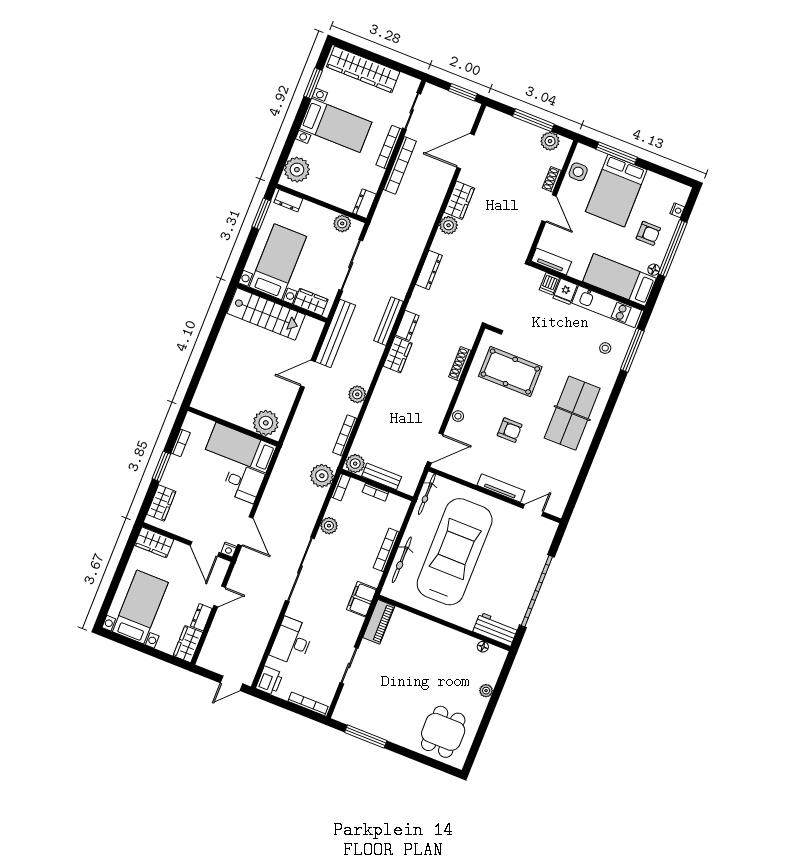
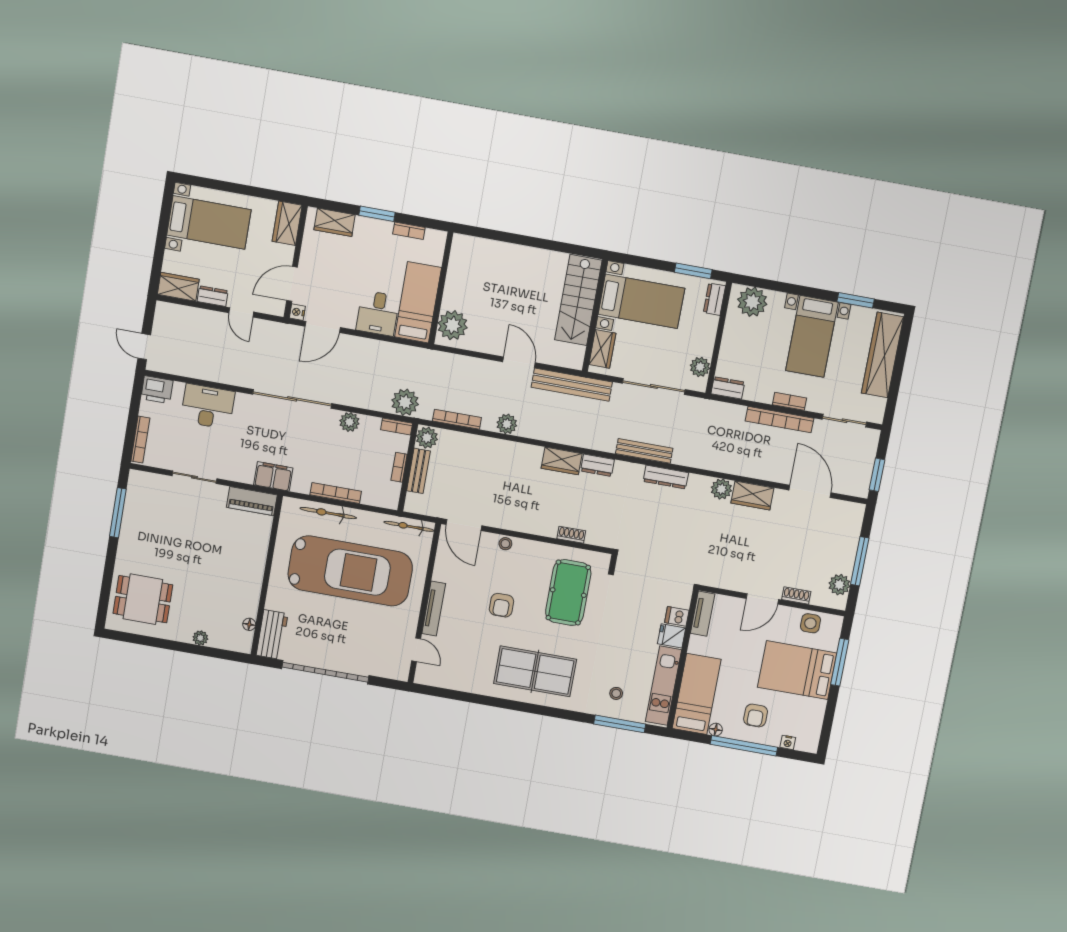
bookcase: (389, 147) -> (789, 401), width x0.64
bench: (389, 321) -> (644, 451), moved
shoe rack: (460, 364) -> (571, 535), width x0.70

